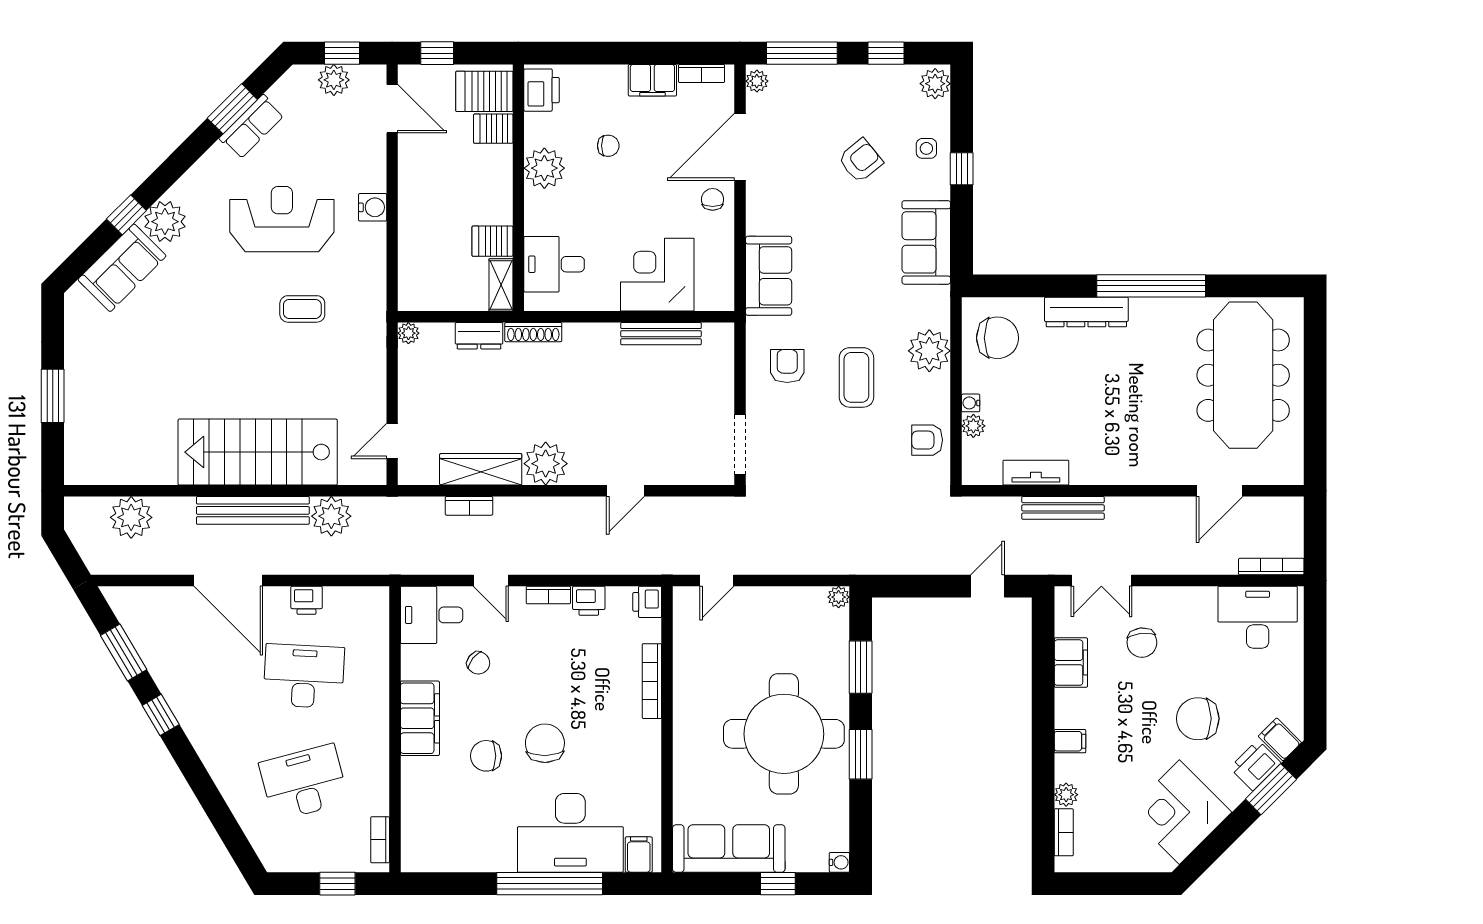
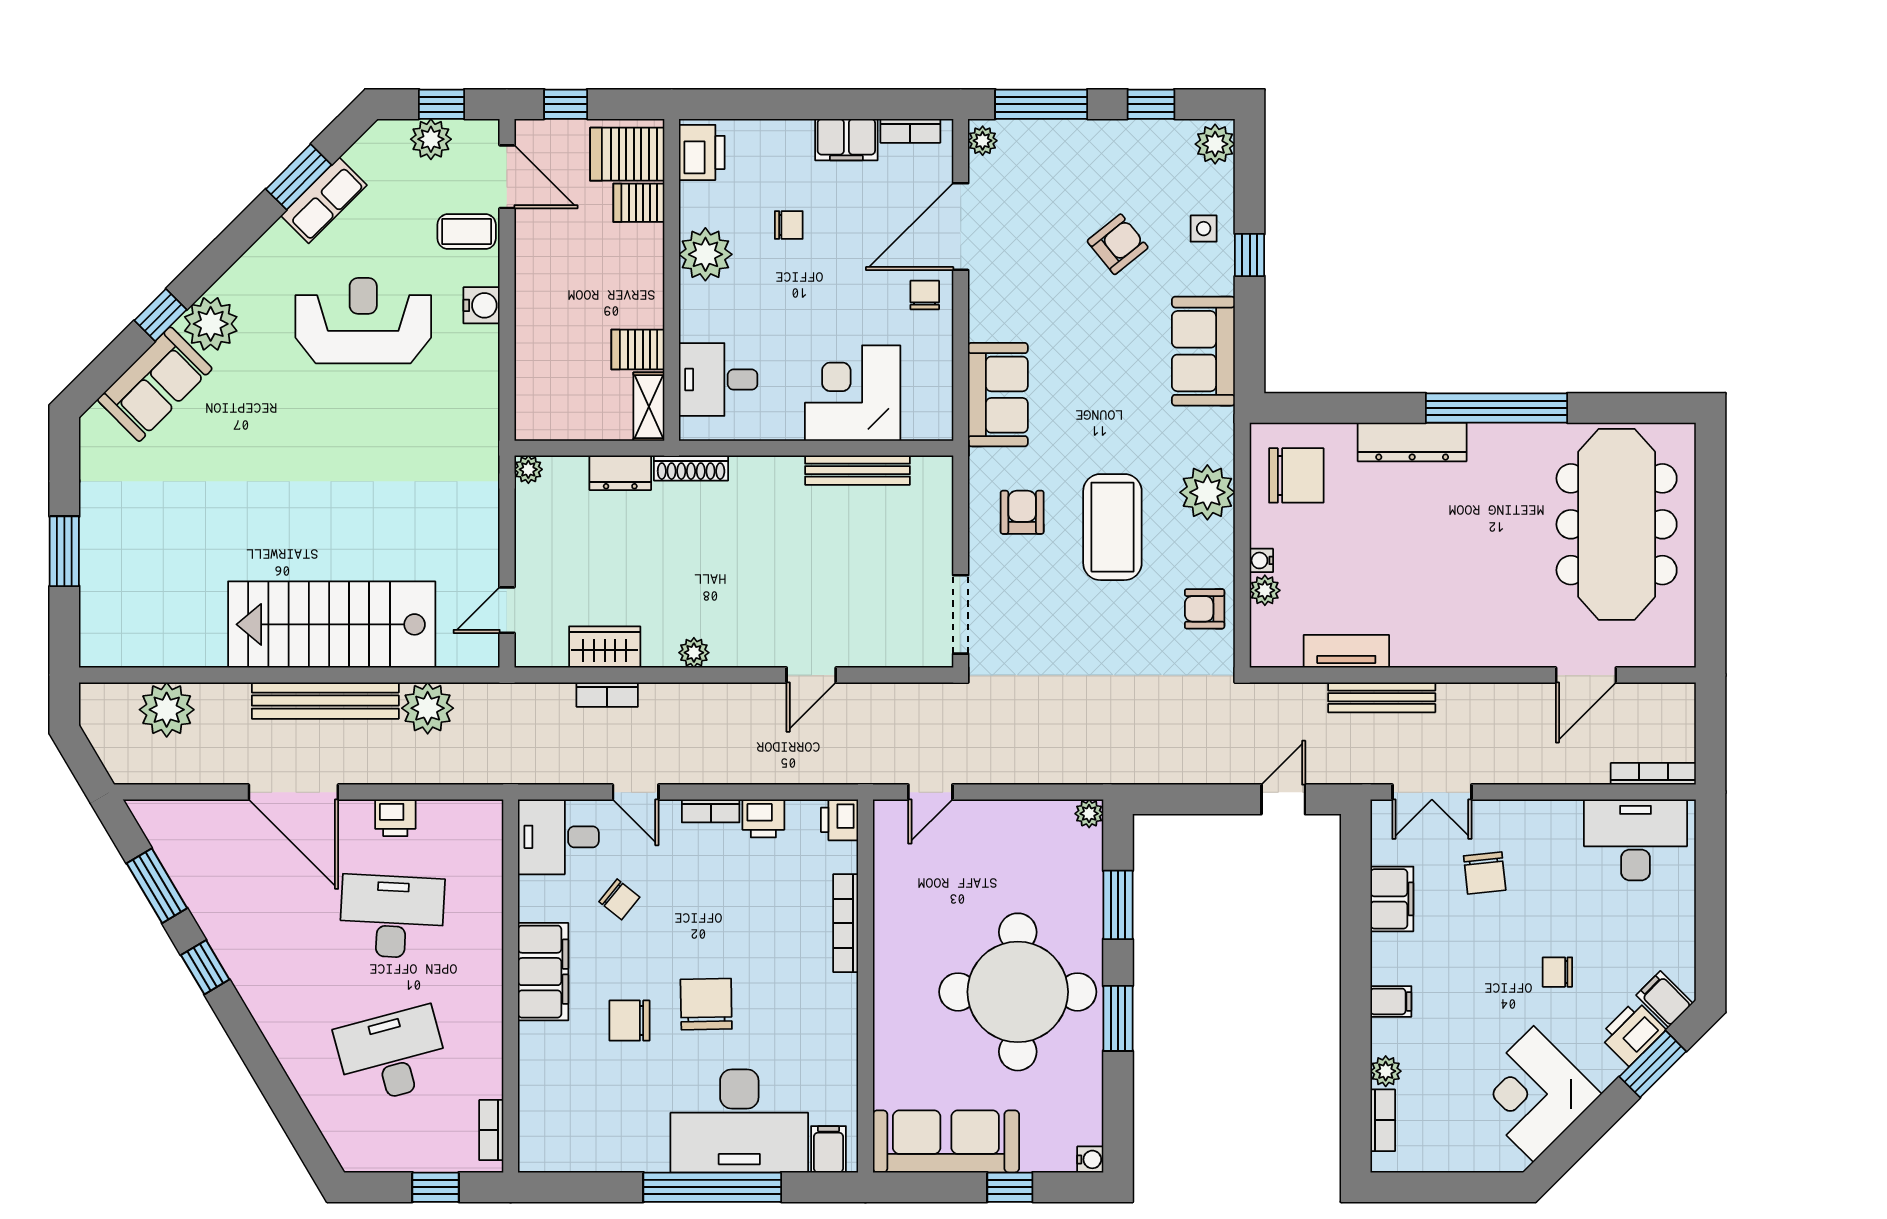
coffee table: (302, 309) -> (467, 232), moved
coffee table: (856, 377) -> (1112, 527), width x1.36, depth x1.32
plant: (546, 464) -> (694, 653), width x0.53, depth x0.53
wardrobe: (481, 469) -> (605, 647), width x0.67
chair: (1198, 719) -> (1557, 972), width x0.54, depth x0.54

